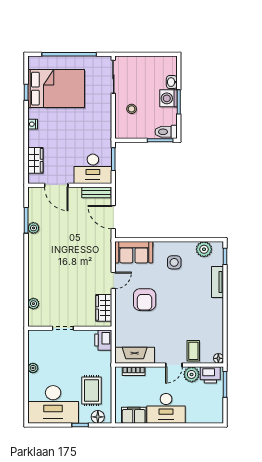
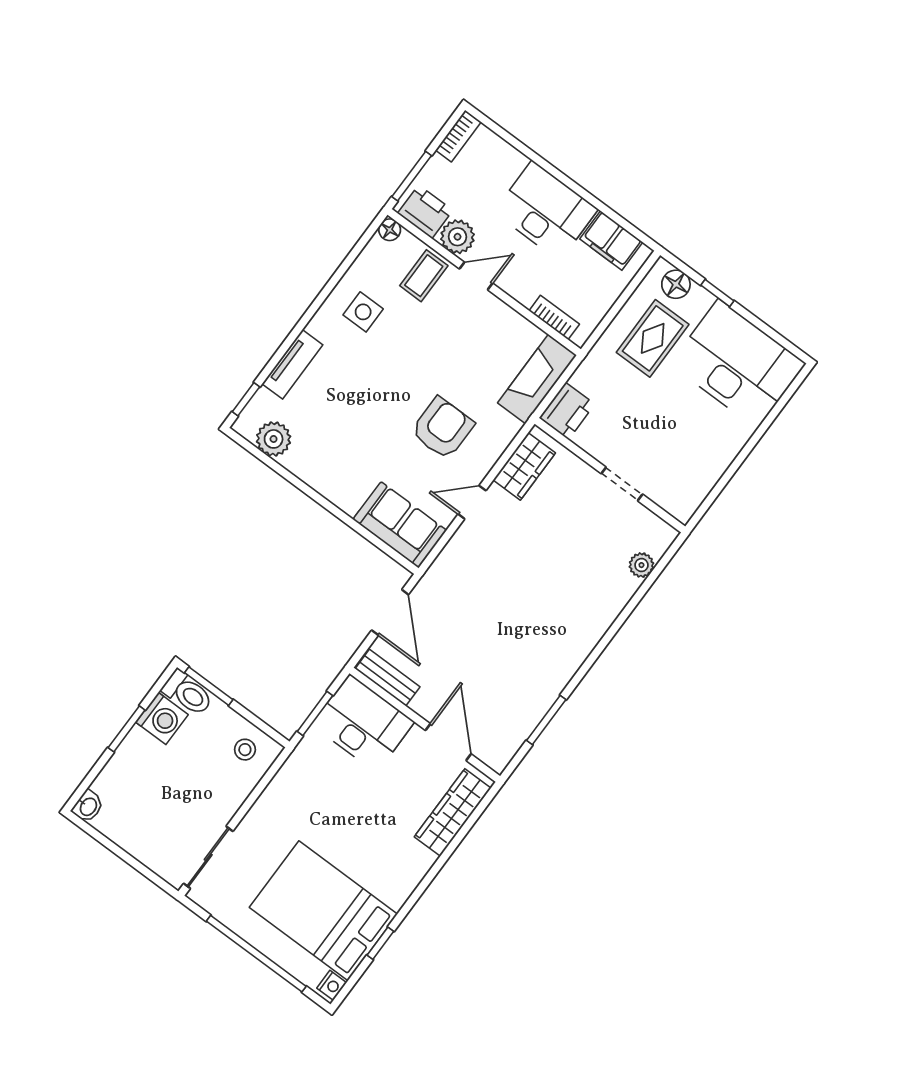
washbasin: (172, 82) -> (88, 806), moved
washing machine: (168, 98) -> (162, 718), moved
stool: (132, 109) -> (245, 750), moved
nightstand: (33, 124) -> (332, 985), moved
wardrobe: (35, 160) -> (453, 812), width x1.50
plant: (33, 228) -> (543, 697), removed
side table: (174, 262) -> (363, 312), moved
fireplace: (135, 355) -> (537, 379), moved, turned 90
plant: (33, 368) -> (726, 453), removed
bookcase: (219, 412) -> (458, 136), added

